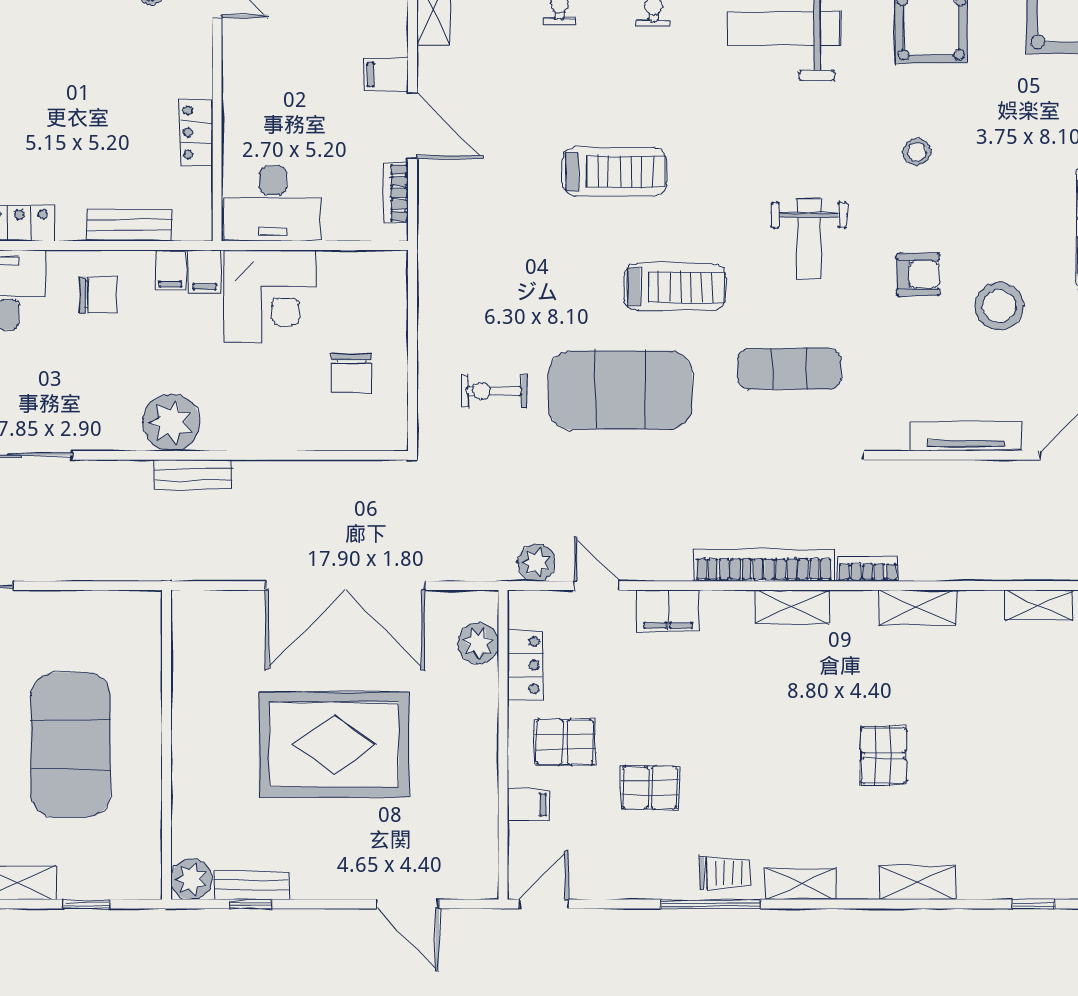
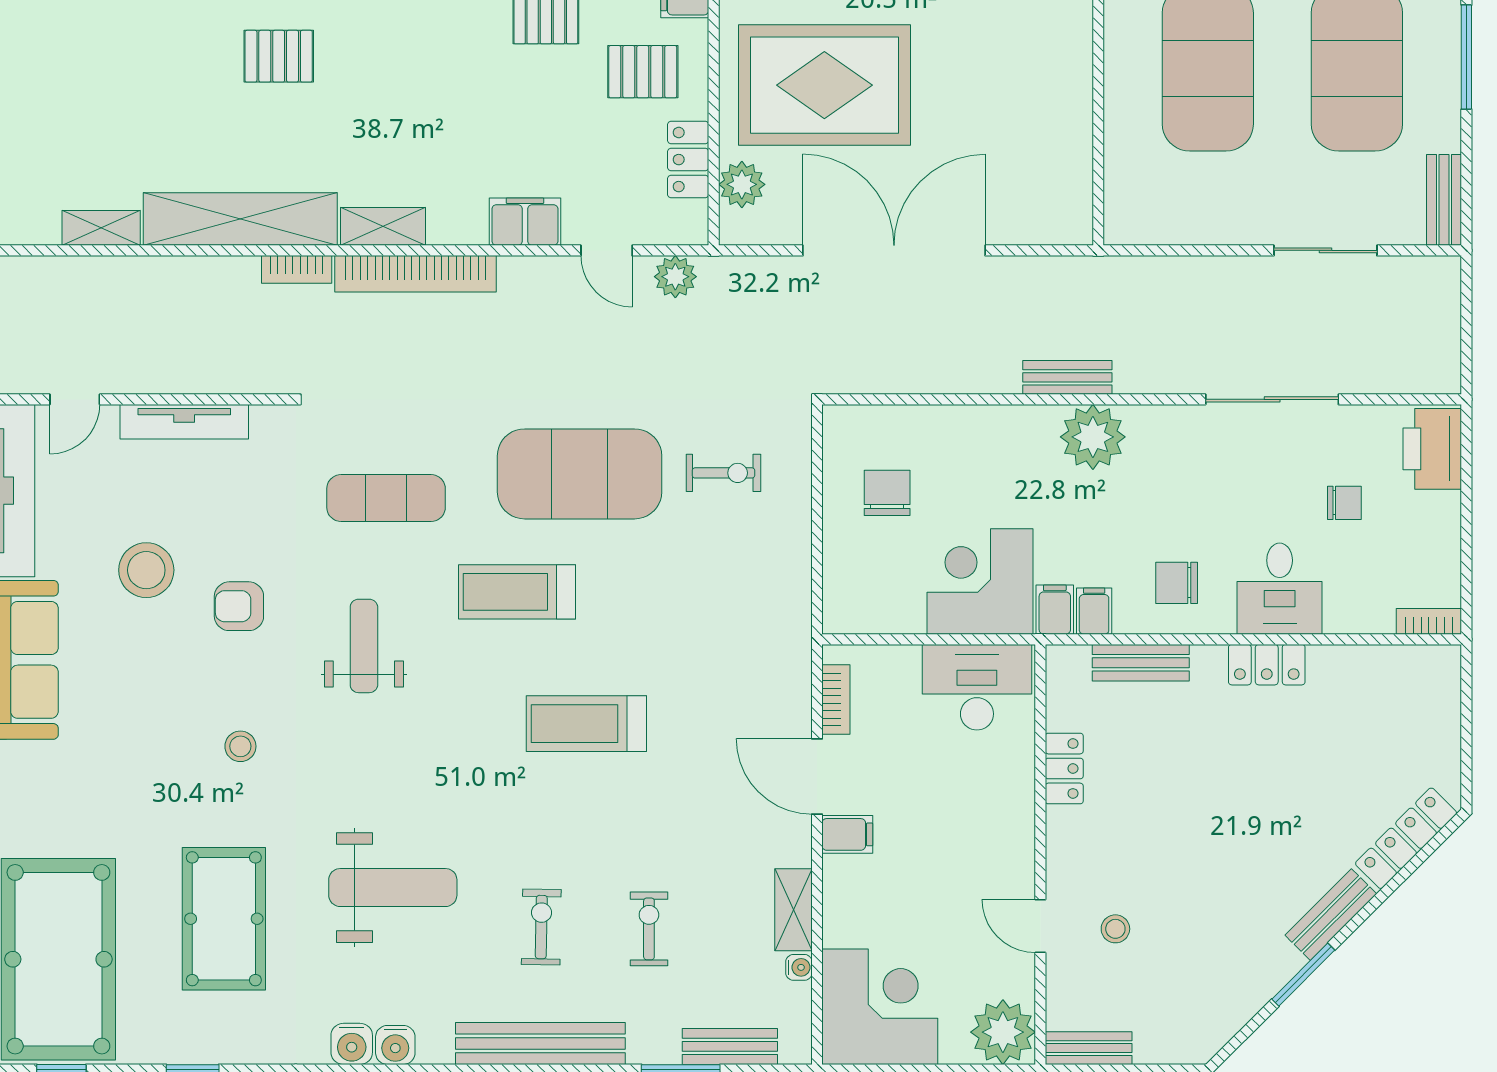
shelving: (917, 607) -> (240, 219), width x2.20, depth x1.33
rug: (334, 745) -> (824, 85), moved
pallet: (883, 756) -> (279, 56), turned 90

